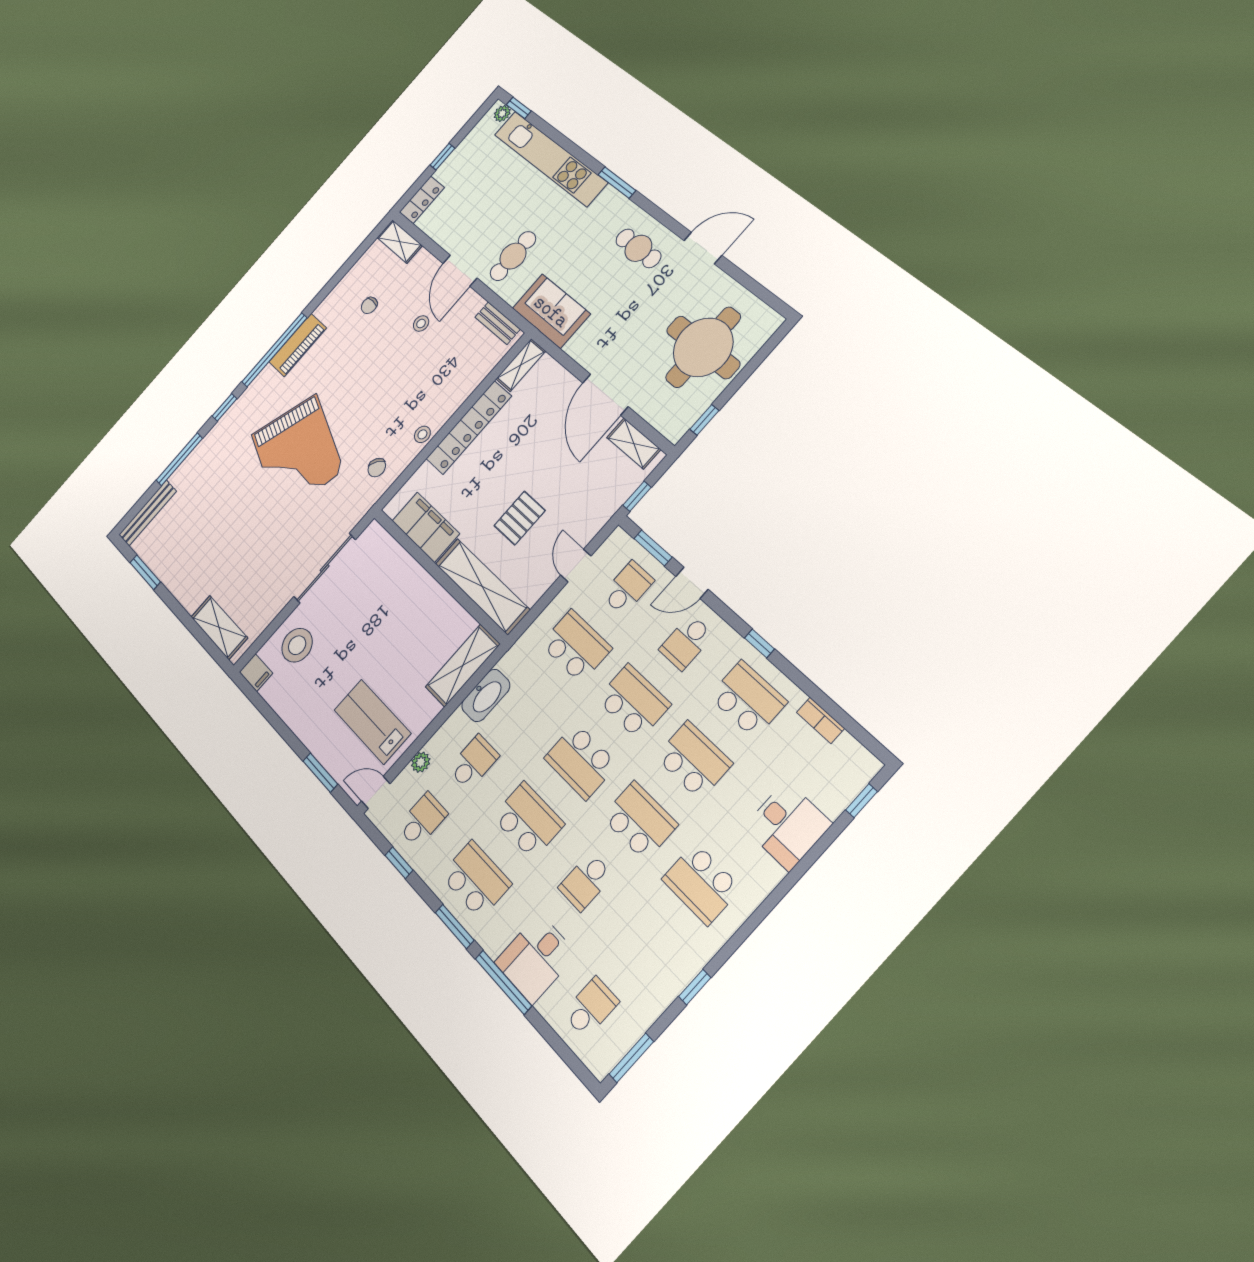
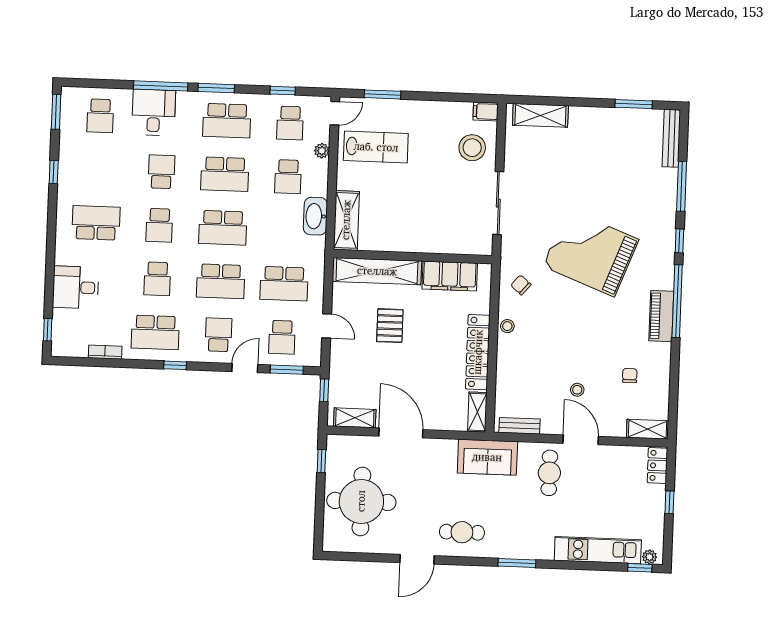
kitchen unit: (550, 158) -> (598, 550), width x0.73
school desk: (694, 760) -> (157, 279), width x0.54
school desk: (581, 761) -> (223, 228), turned 180
school desk: (640, 821) -> (159, 225), width x0.54

